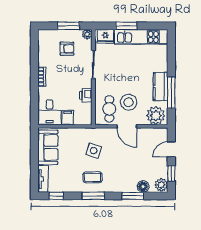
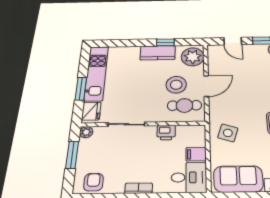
armchair: (67, 49) -> (93, 182), moved
window: (171, 93) -> (165, 42), width x0.46
side table: (94, 151) -> (228, 133), moved

